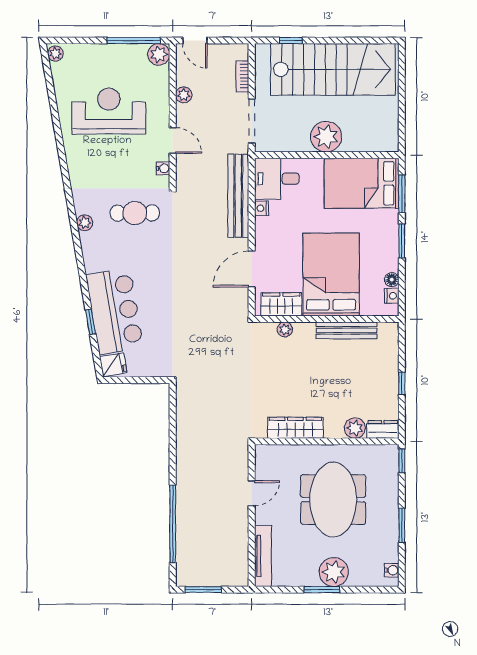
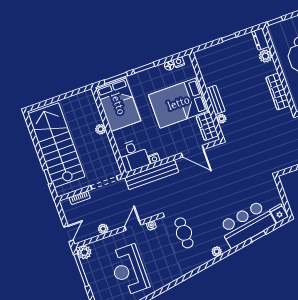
plant: (326, 137) -> (101, 129), width x0.53, depth x0.53
plant: (85, 223) -> (217, 252), moved
bench: (347, 330) -> (215, 100), moved, width x0.73

